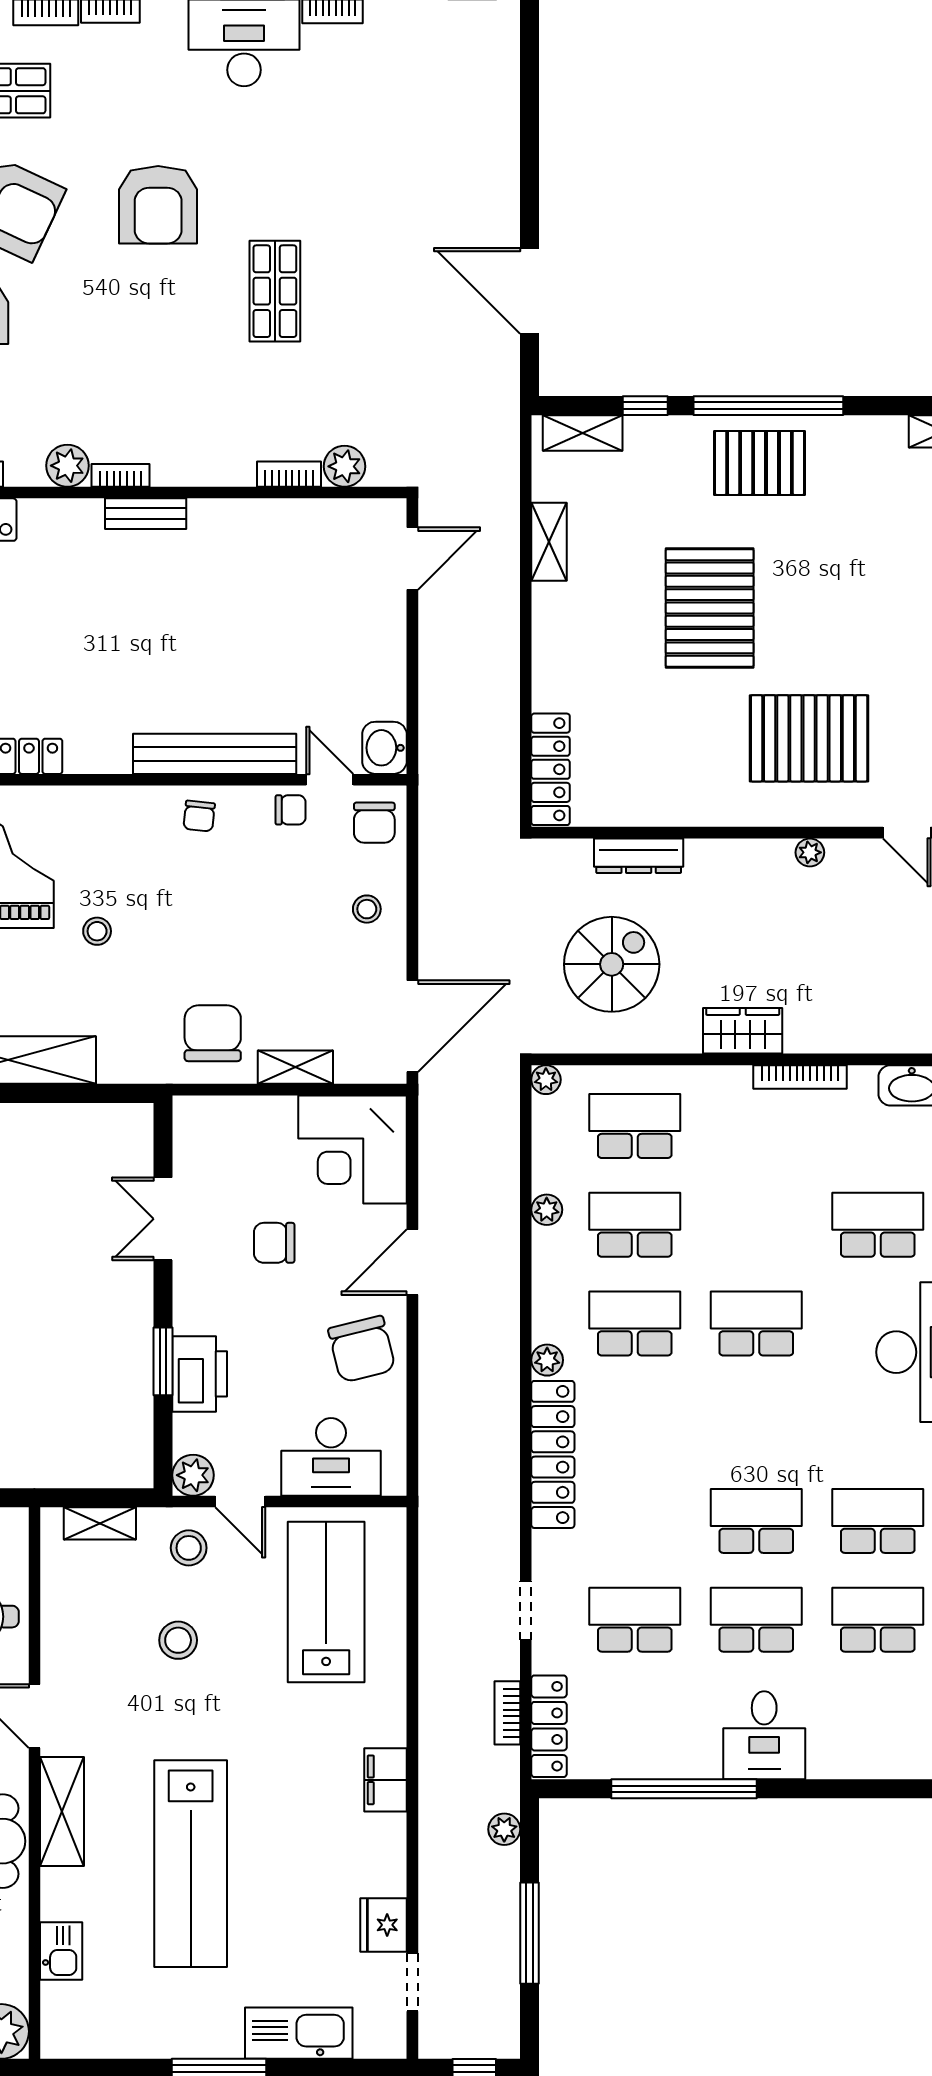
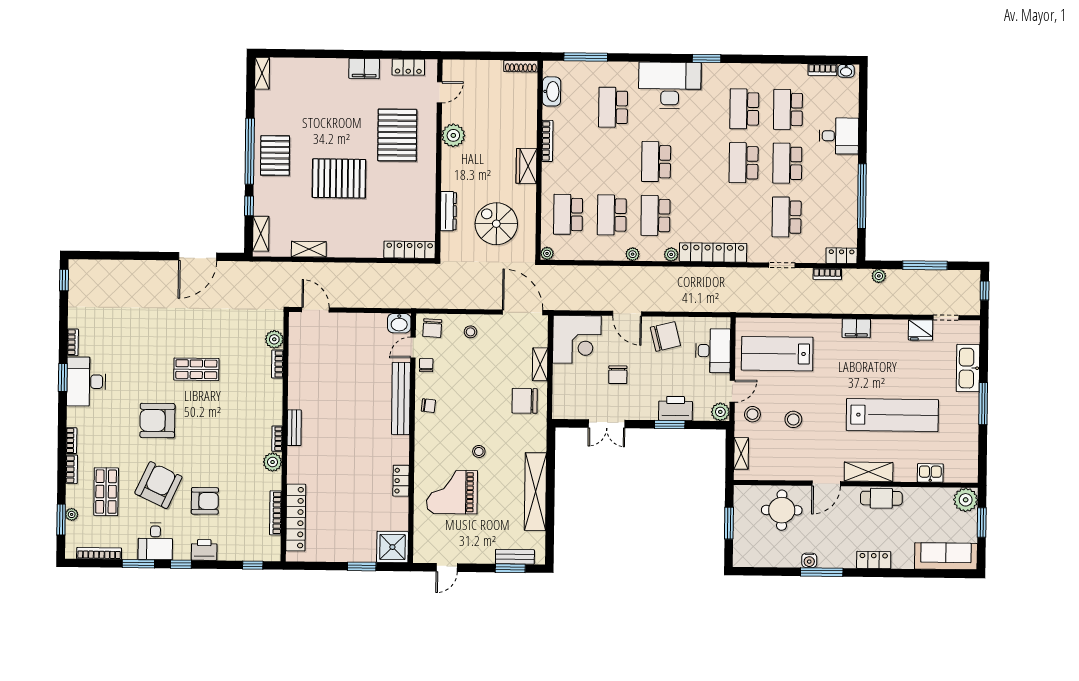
armchair: (158, 205) -> (157, 420), turned 180
chair: (374, 823) -> (432, 328), turned 93
plant: (810, 852) -> (453, 135), width x1.88, depth x1.88
plant: (547, 1210) -> (633, 254), moved
locker: (549, 1726) -> (842, 256), width x0.66
desk: (764, 1735) -> (839, 136), moved

